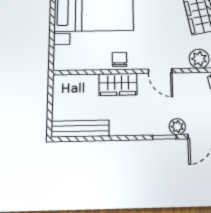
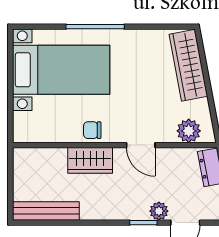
chair: (120, 59) -> (92, 130), turned -90

